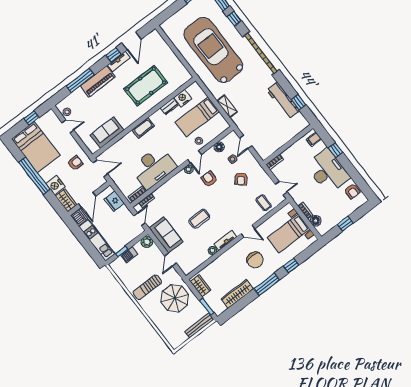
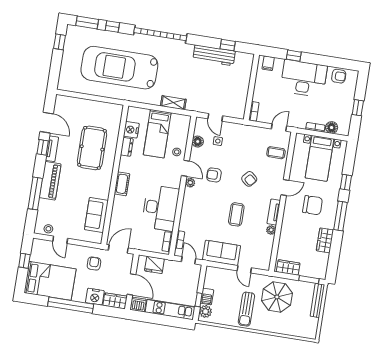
door: (68, 126) -> (60, 240), swing flipped
armchair: (241, 179) -> (249, 179), moved
plant: (147, 242) -> (205, 311), moved
wardrobe: (237, 294) -> (325, 240), width x0.67

